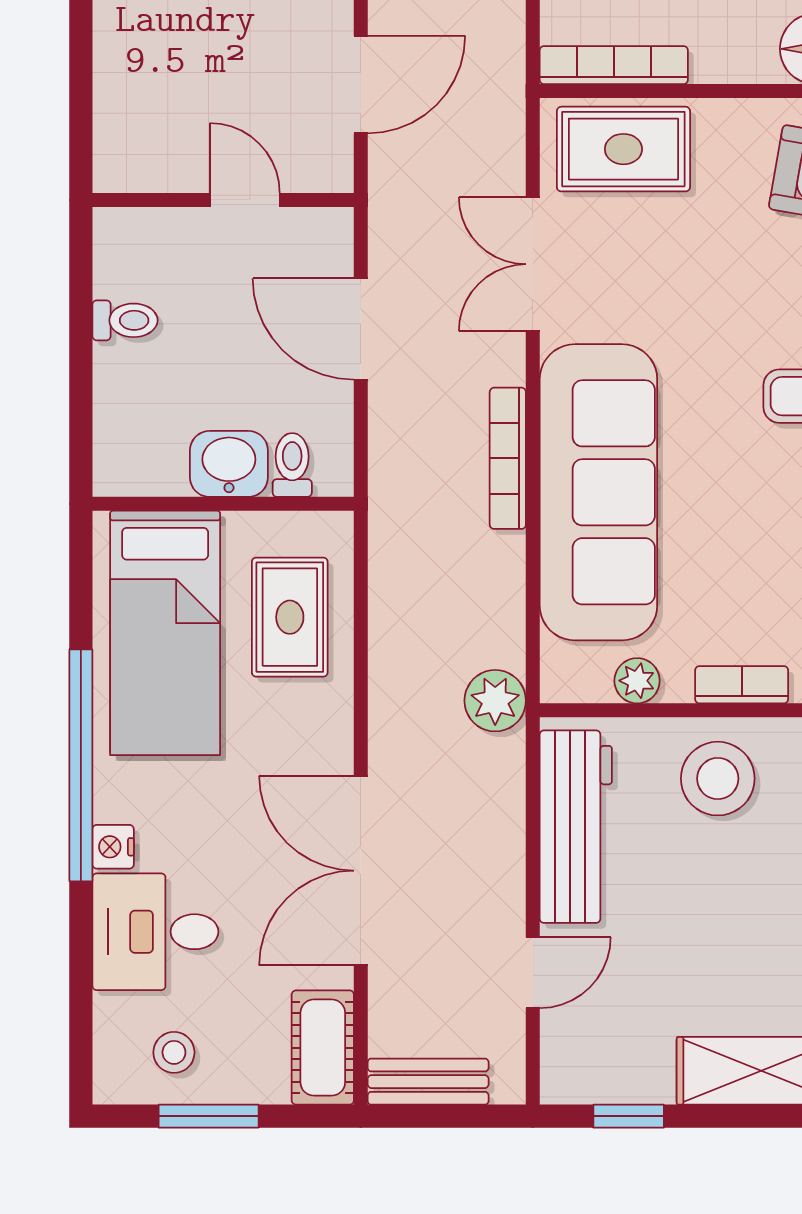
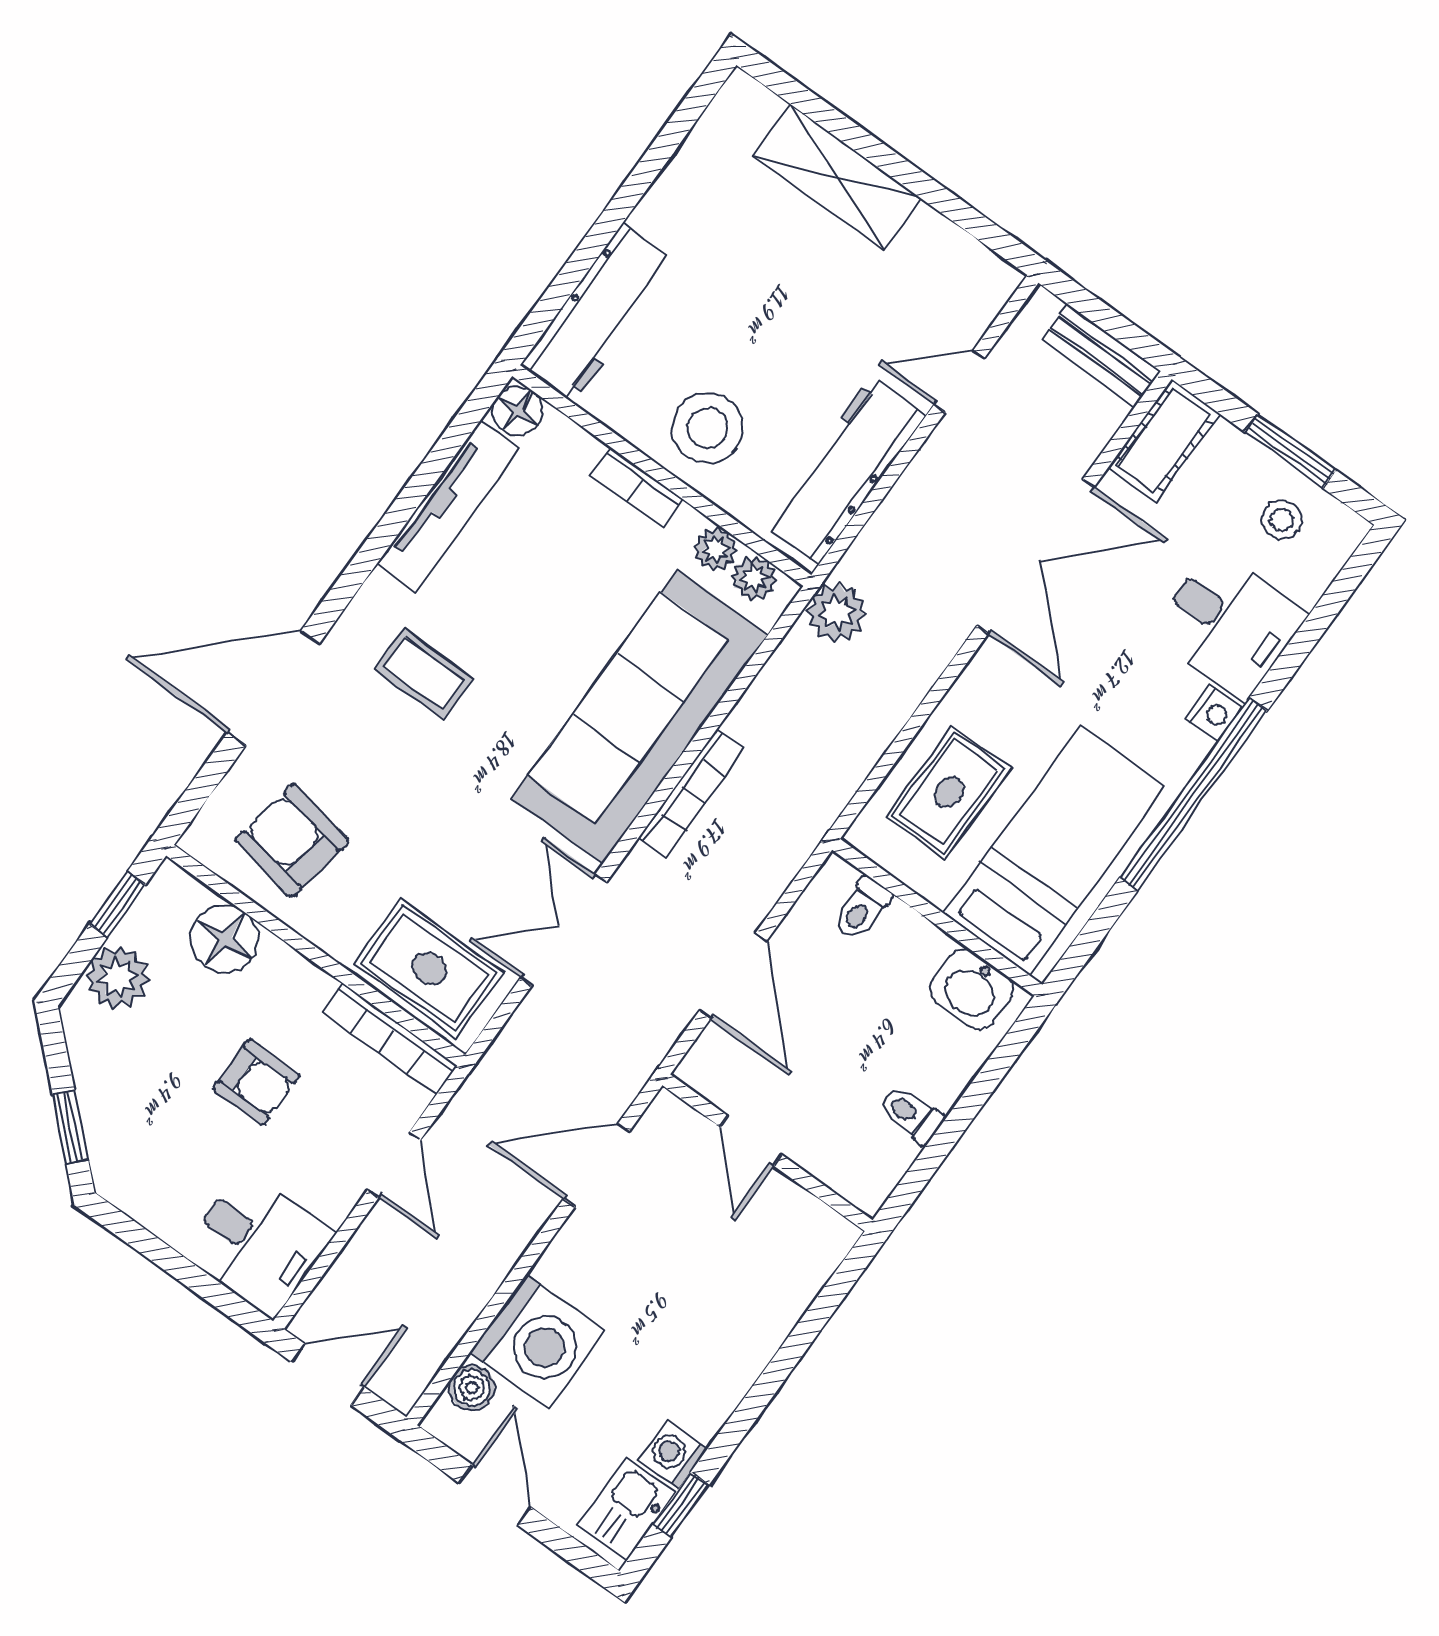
double door: (533, 264) -> (564, 930), swing flipped
washbasin: (229, 464) -> (972, 989), moved
plant: (586, 680) -> (754, 578), added
window: (629, 1116) -> (965, 216), removed

